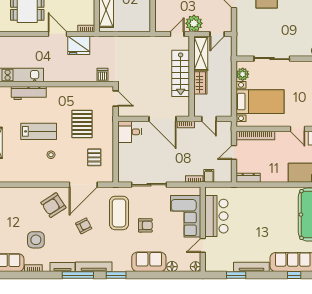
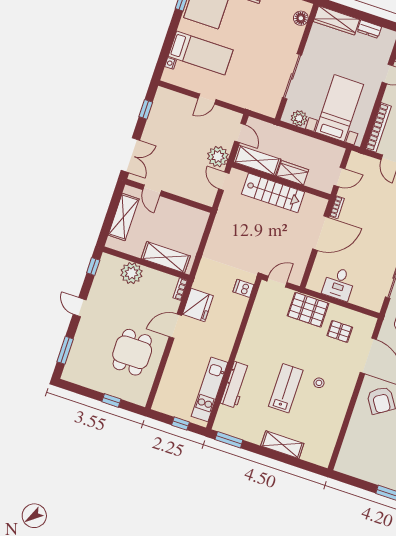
pallet: (82, 124) -> (308, 310), moved
desk: (130, 132) -> (339, 284), moved

